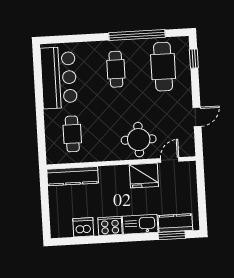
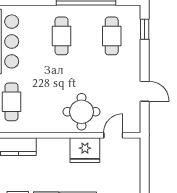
cafe table: (163, 67) -> (112, 36), width x0.73, depth x0.74
door: (197, 117) -> (145, 91), hinge flipped

